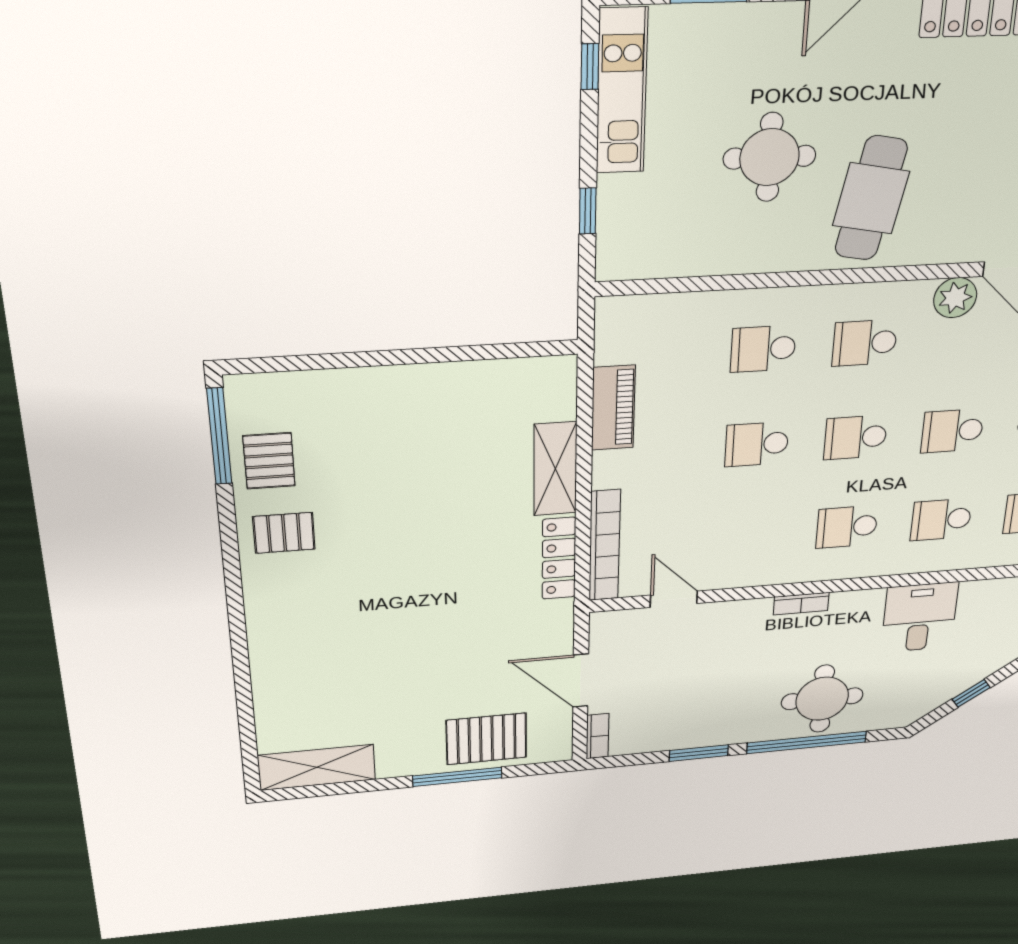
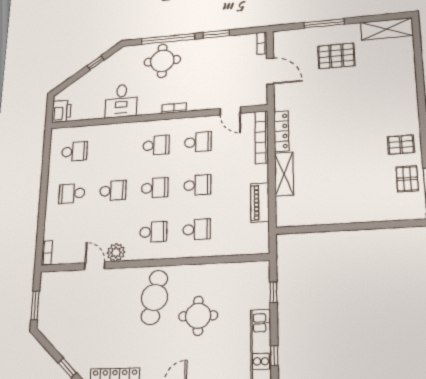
school desk: (941, 520) -> (198, 142), moved
pallet: (486, 739) -> (336, 56), moved

